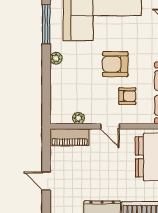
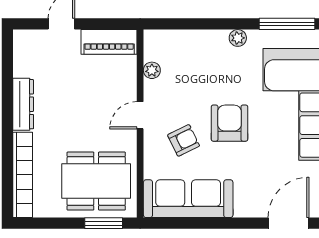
armchair: (127, 96) -> (184, 140), turned -116
piano: (70, 137) -> (109, 42), moved, turned -90

